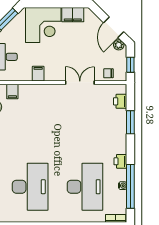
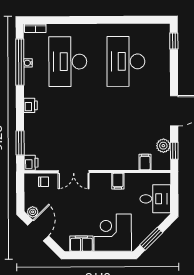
window: (130, 65) -> (20, 191), removed
printer: (120, 101) -> (31, 163), moved
window: (130, 122) -> (20, 143), moved
printer: (120, 161) -> (31, 105), moved

